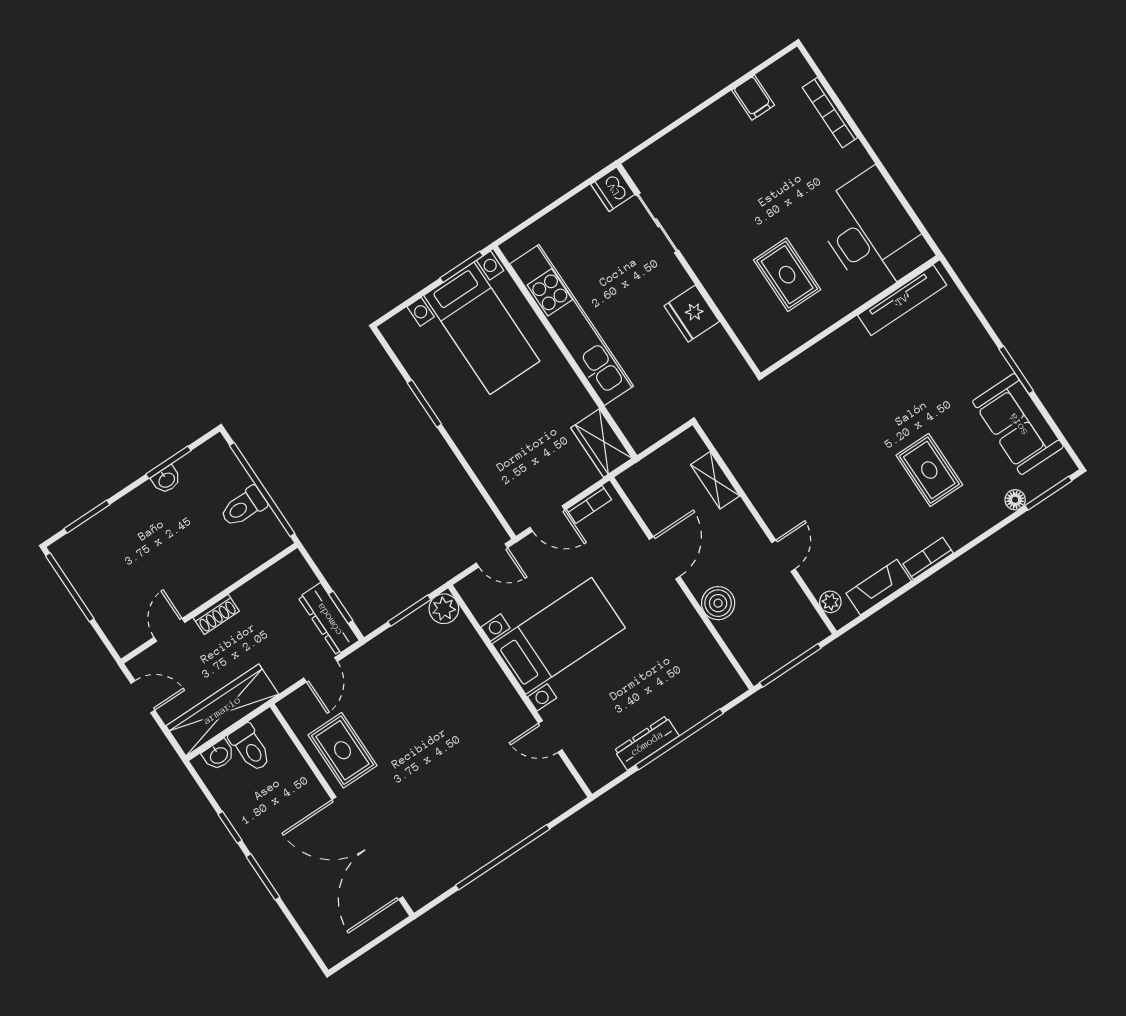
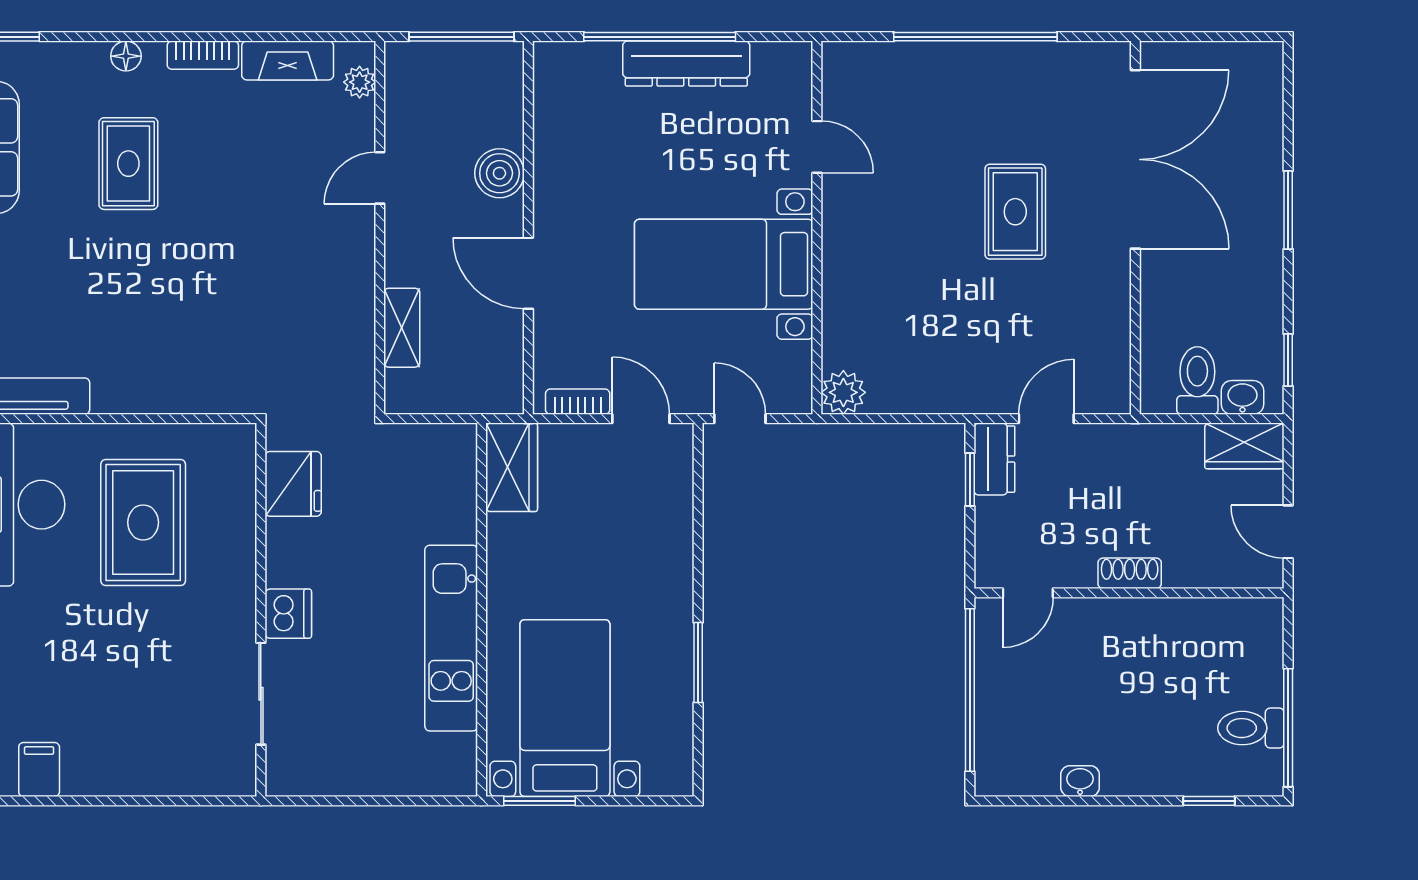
dishwasher: (613, 189) -> (288, 614), moved
rug: (787, 275) -> (143, 522), width x1.36, depth x1.43
fridge: (692, 314) -> (293, 484), moved
kitchen unit: (572, 325) -> (451, 638), width x0.73
window: (168, 462) -> (1063, 801), removed
floor lamp: (1015, 500) -> (126, 56), moved
toilet: (243, 507) -> (1251, 728), moved, turned 180
window: (87, 517) -> (1209, 801), width x0.67
door: (665, 558) -> (528, 273), hinge flipped
window: (409, 611) -> (888, 419), removed
dresser: (329, 619) -> (994, 459), width x0.70
door: (169, 630) -> (1028, 593), moved
wardrobe: (222, 710) -> (1244, 446), width x0.48, depth x0.85
dresser: (647, 743) -> (686, 64), width x1.37, depth x1.24
rug: (343, 750) -> (1015, 212), moved
window: (230, 827) -> (1288, 360), moved

